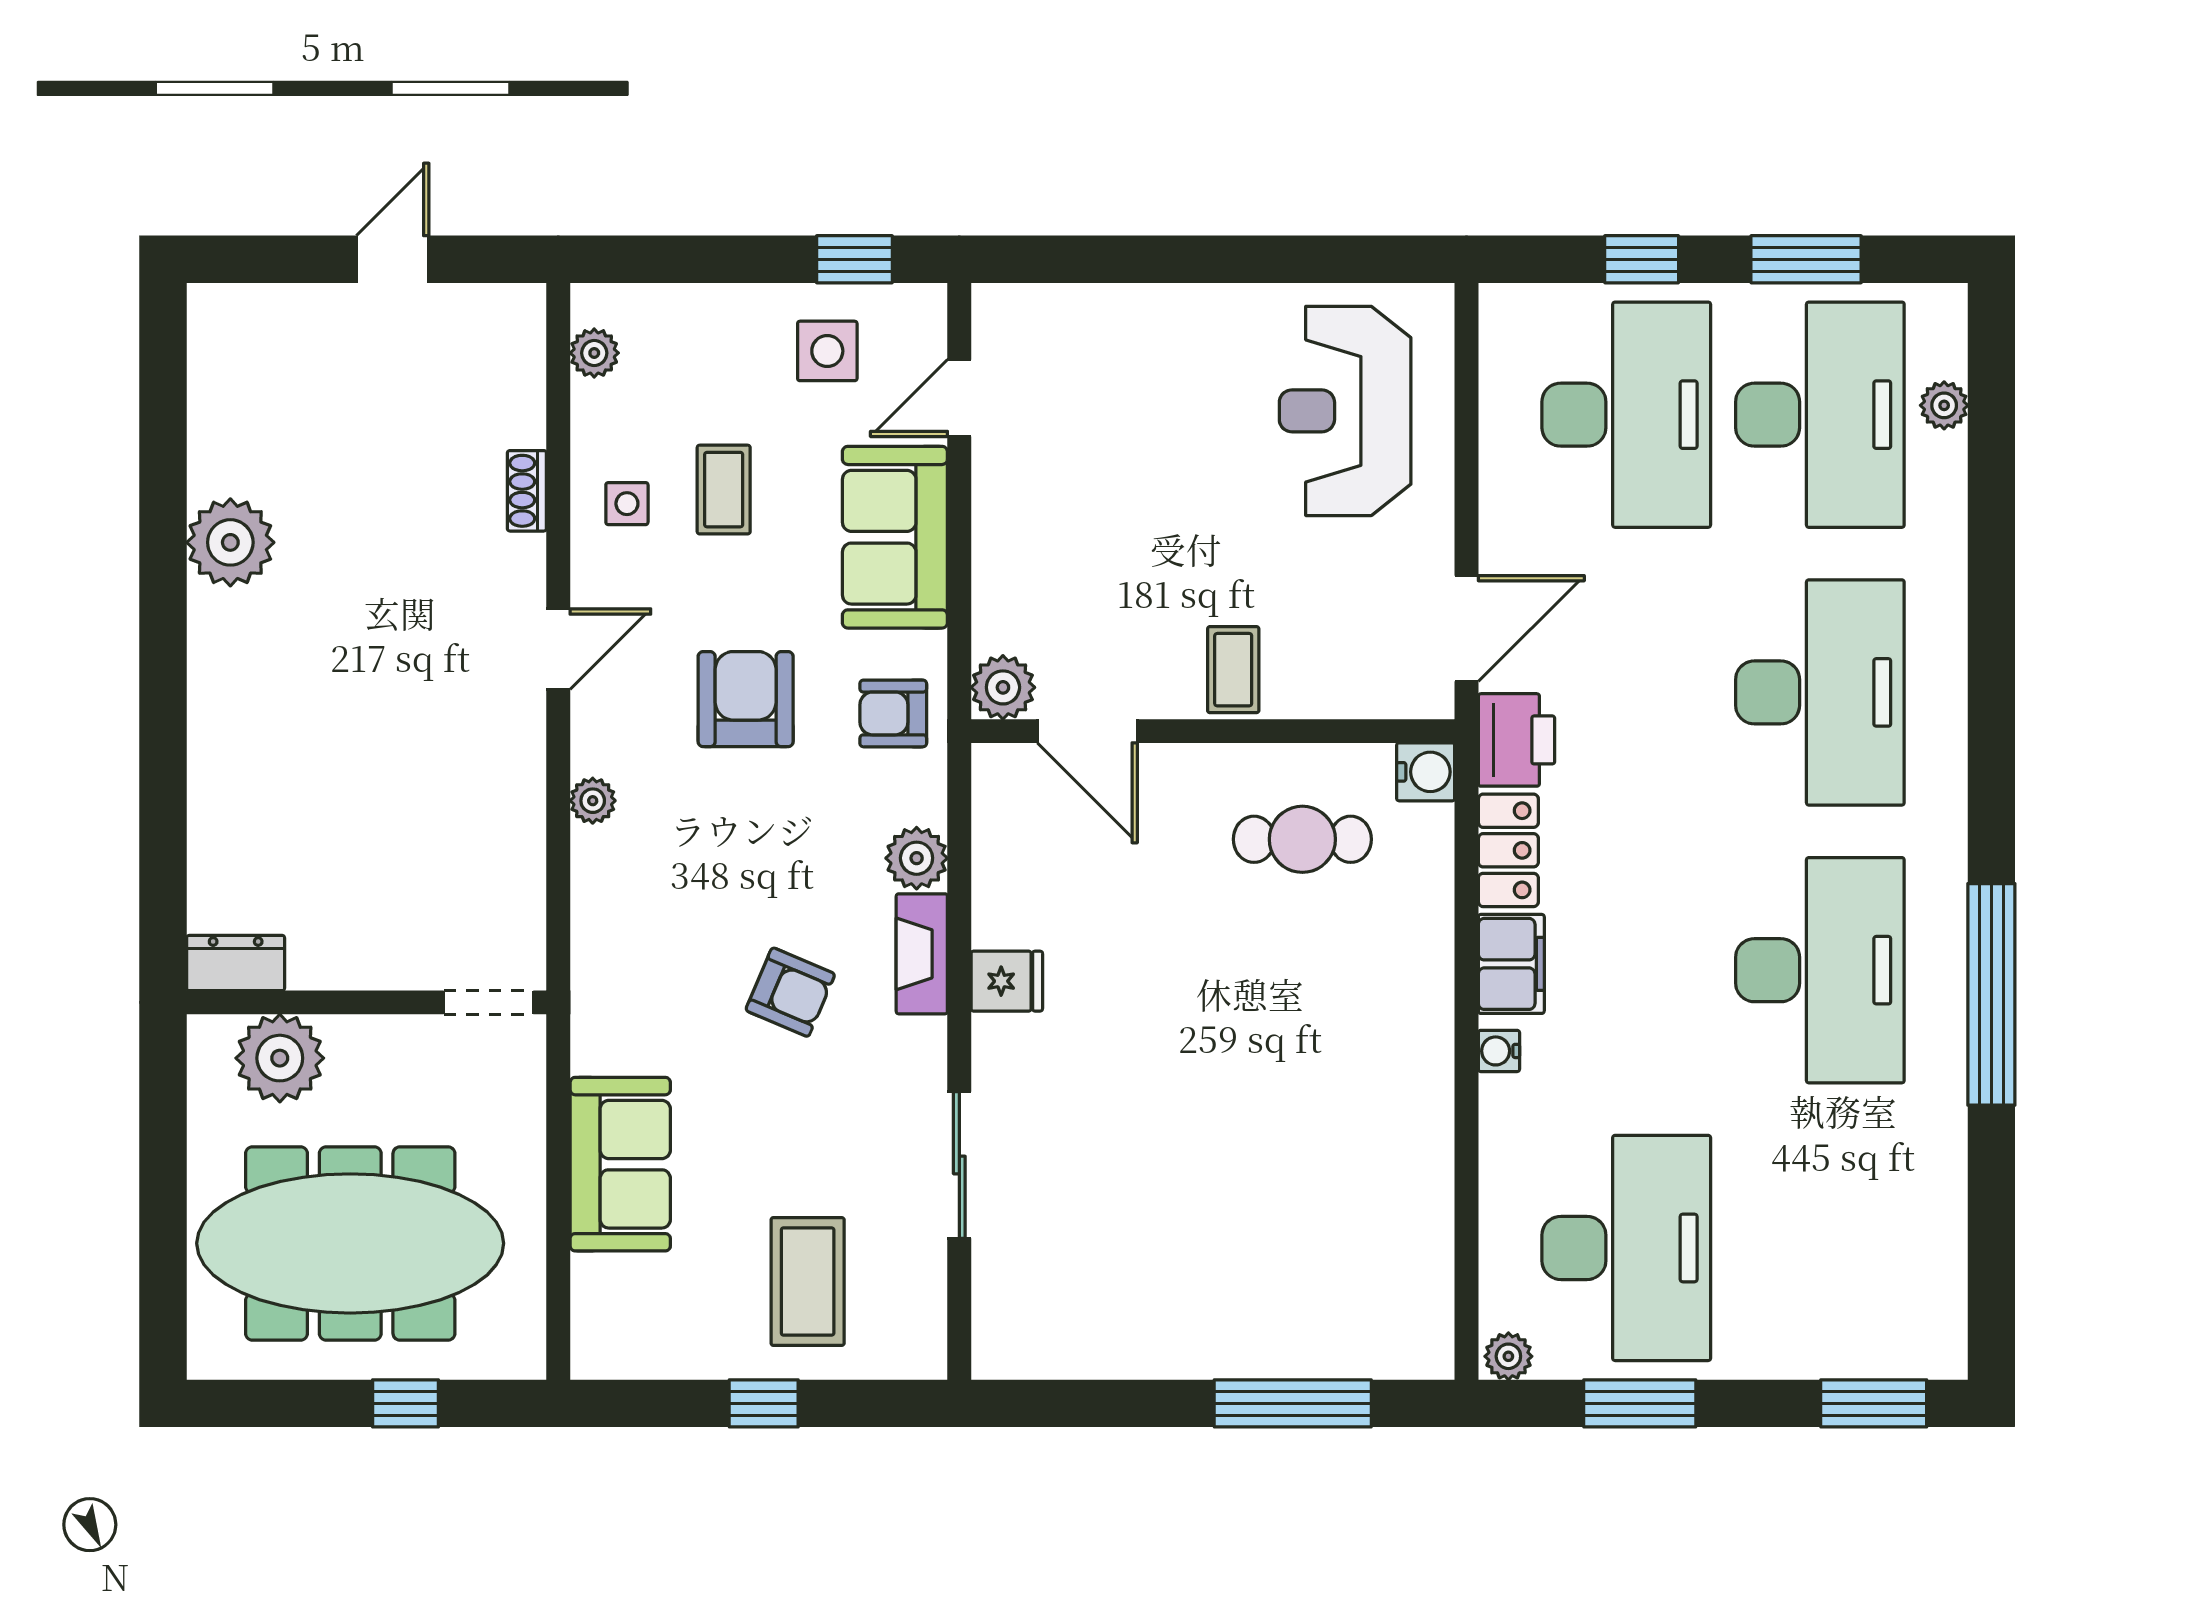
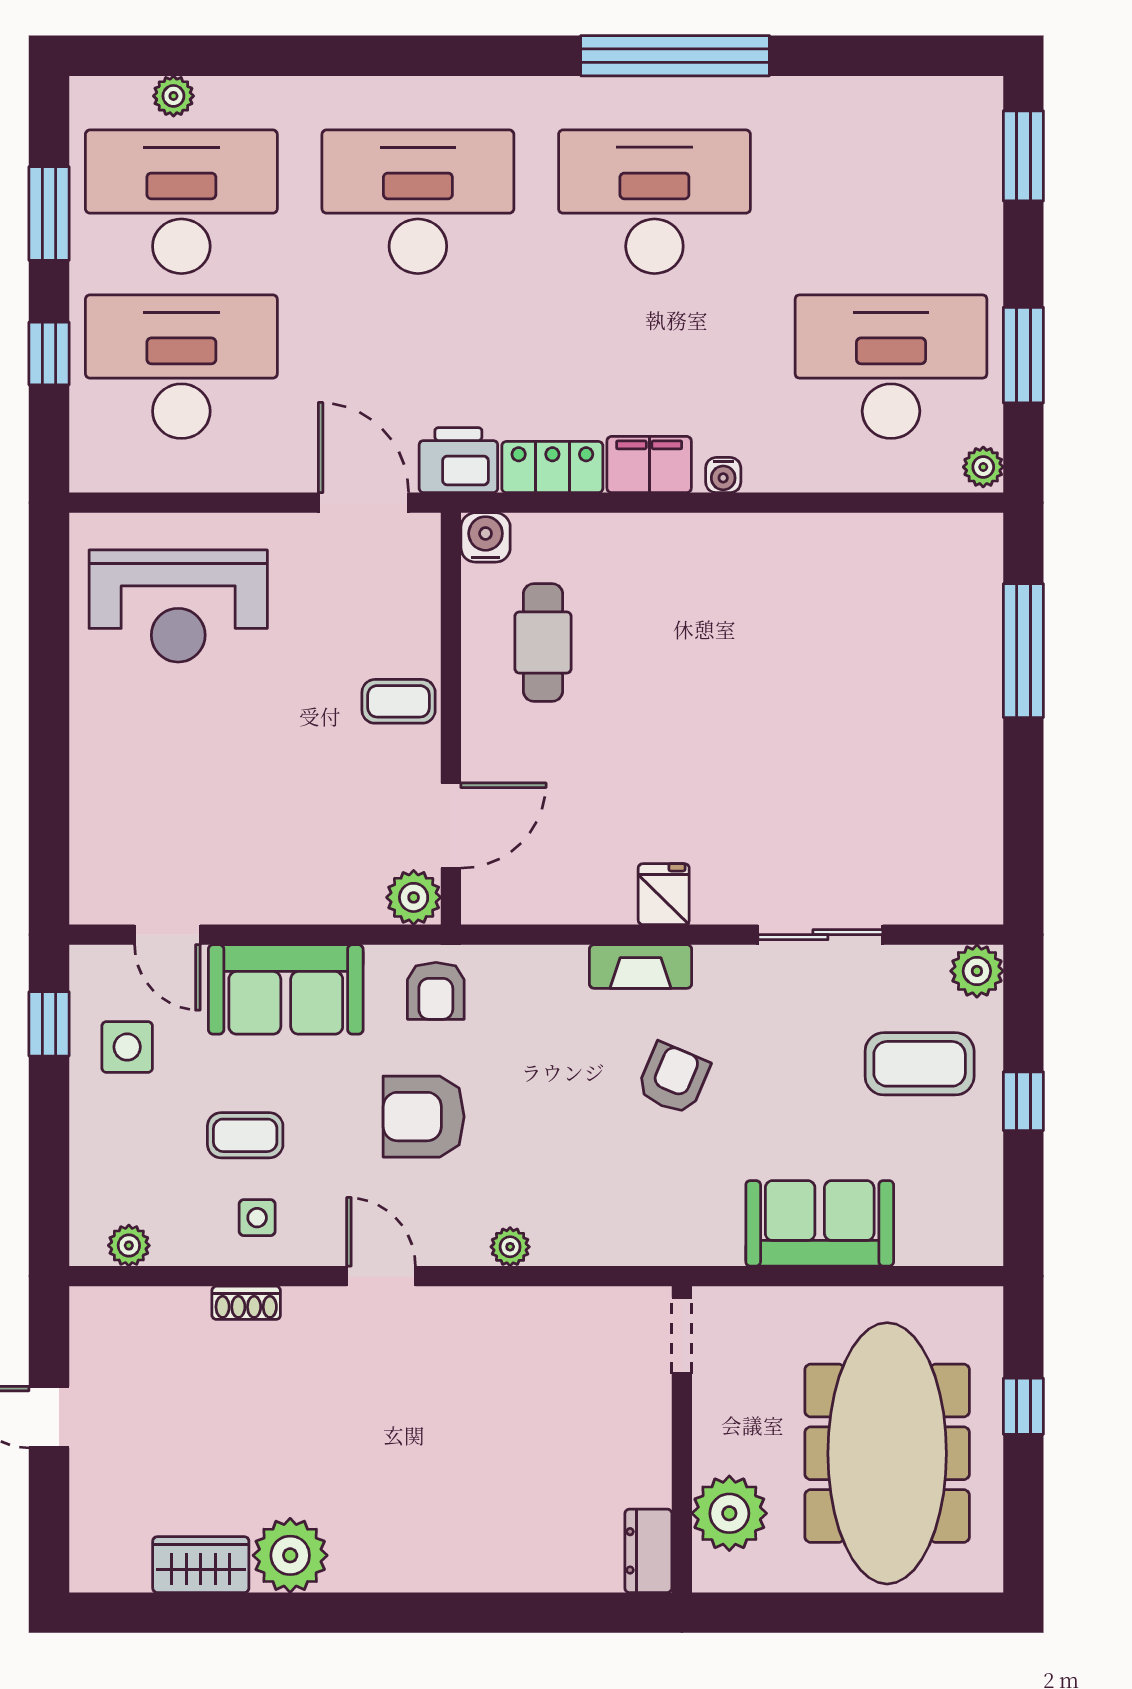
wardrobe: (219, 438) -> (201, 1565), added
plant: (917, 858) -> (977, 971), moved

